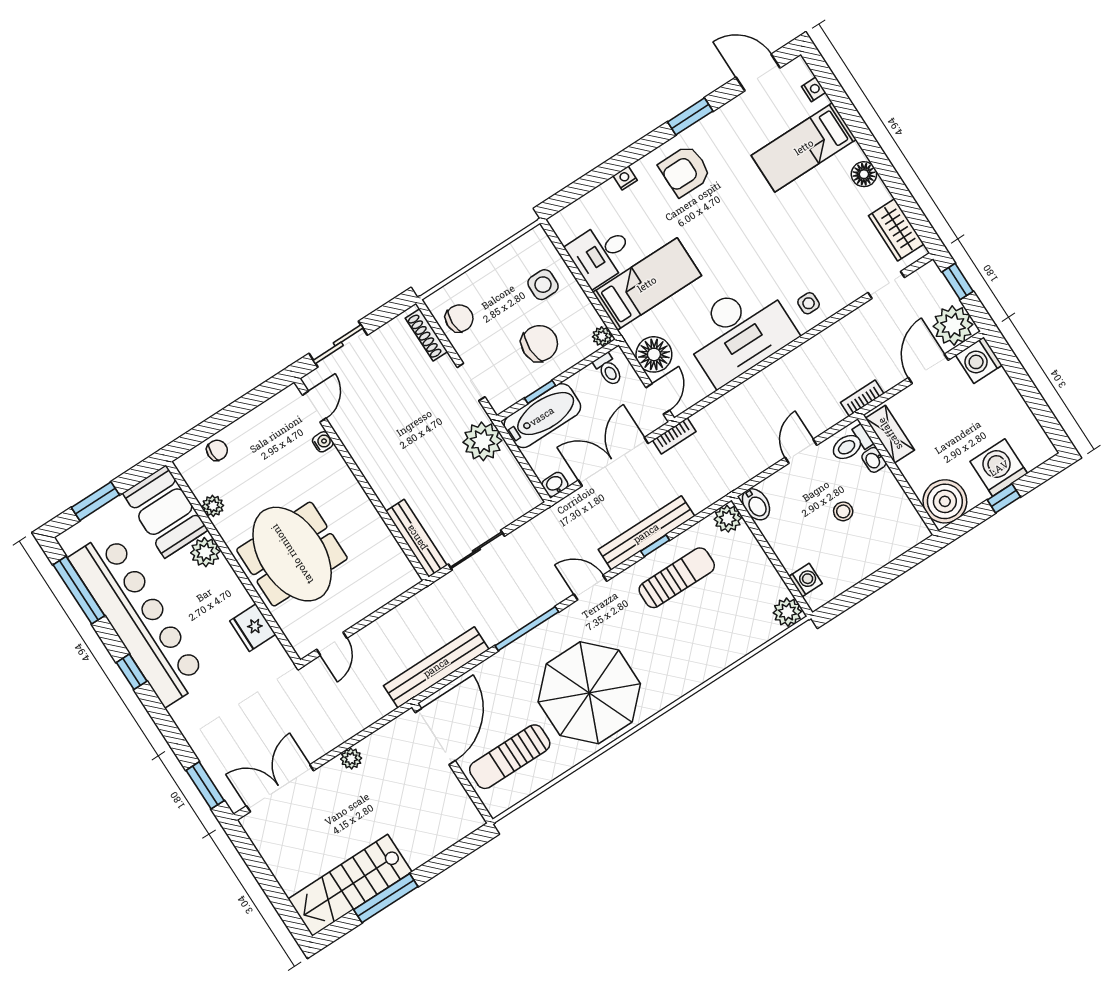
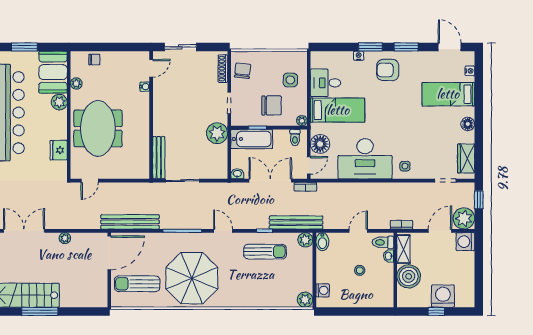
window: (635, 152) -> (370, 47), added
chair: (459, 318) -> (243, 71), turned -84
boiler: (945, 501) -> (409, 276), moved
bench: (646, 533) -> (296, 223), moved

